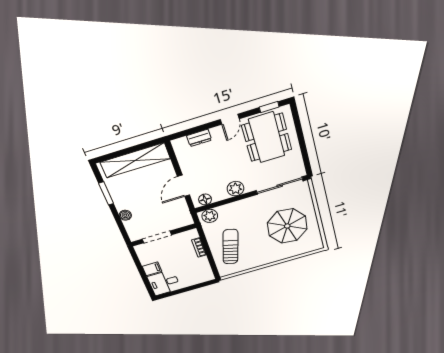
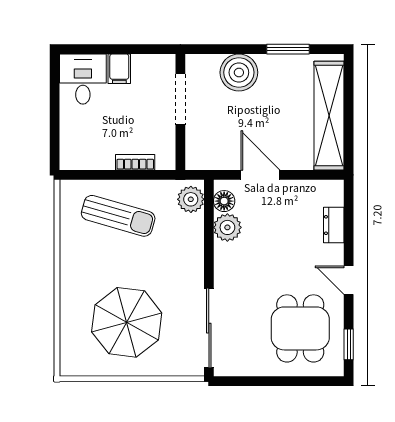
dining table: (267, 138) -> (300, 328), width x0.73
plant: (235, 189) -> (227, 227), moved
boiler: (125, 215) -> (239, 72), width x1.86, depth x1.86

